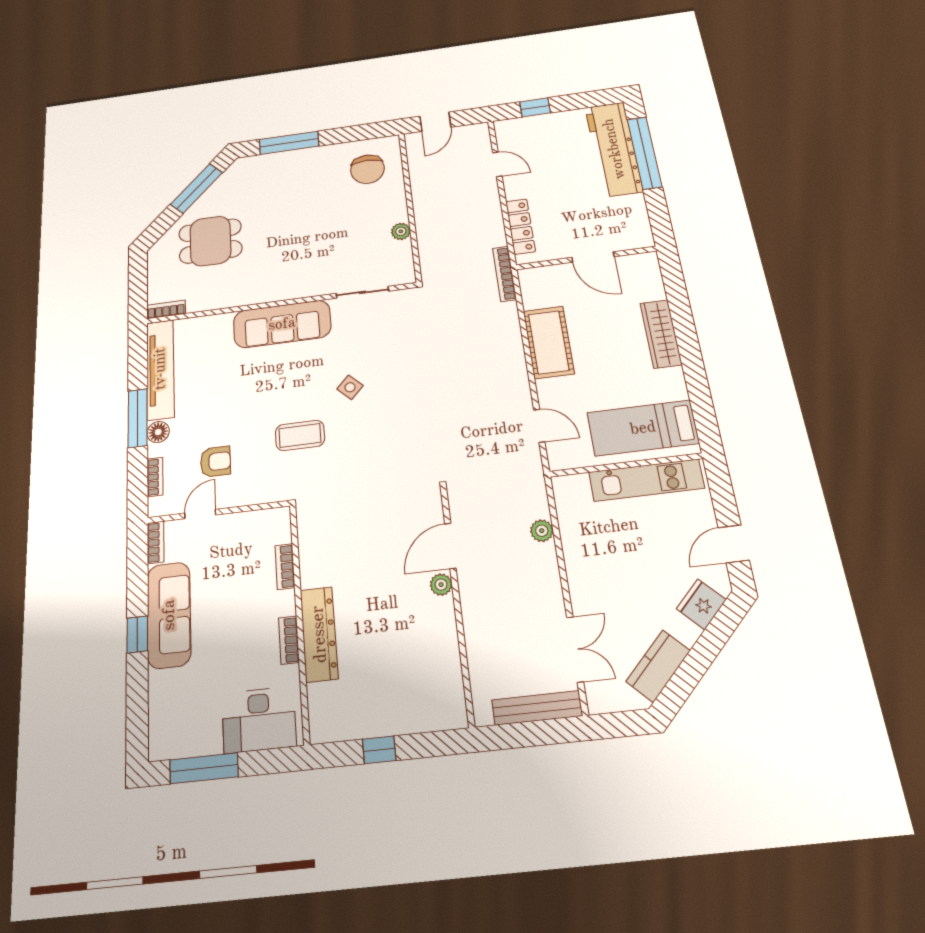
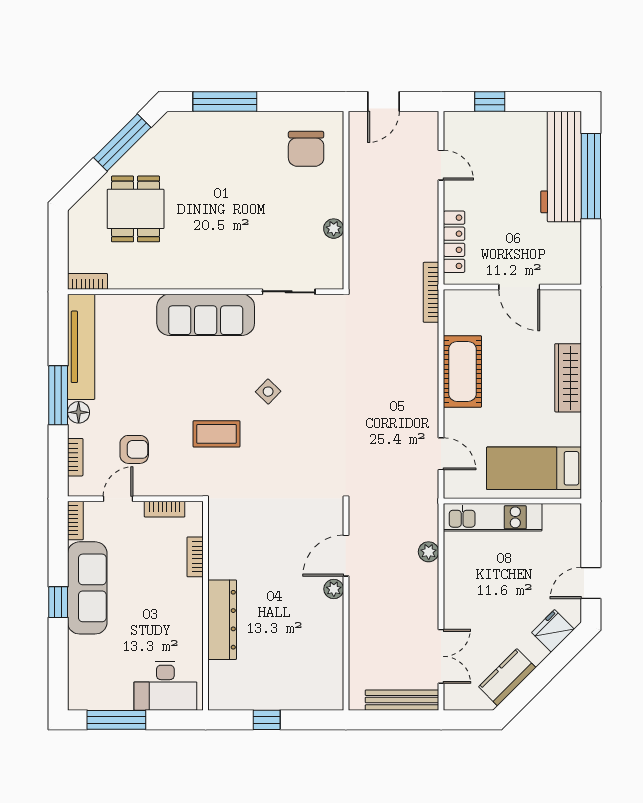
dining table: (210, 241) -> (136, 209), turned 90
kitchen unit: (646, 480) -> (493, 517), moved
bookcase: (289, 640) -> (165, 509), moved, turned -90

